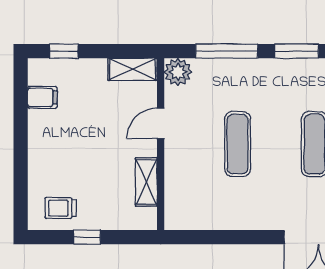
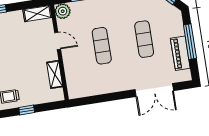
door: (161, 123) -> (58, 41), swing flipped

